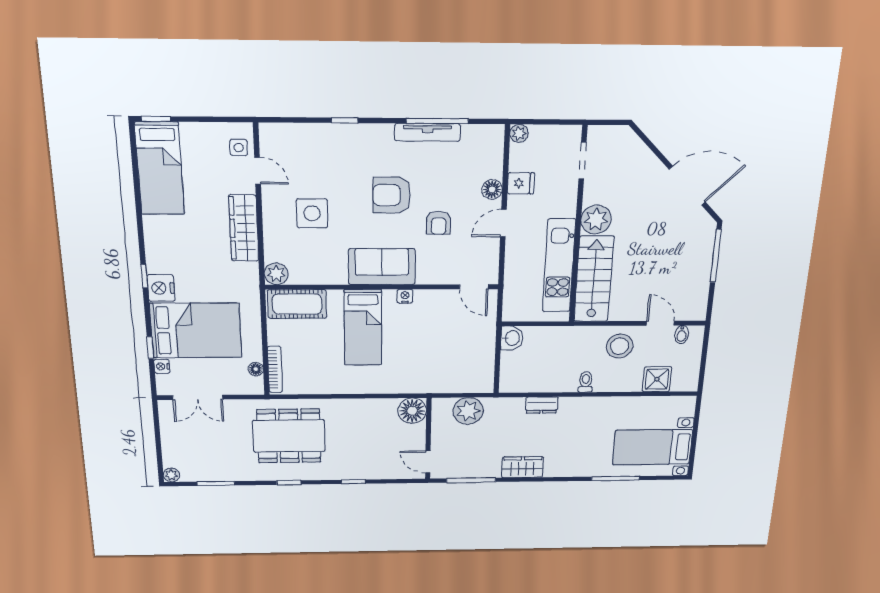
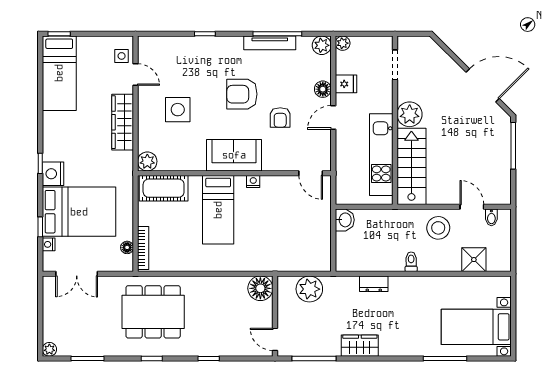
plant: (493, 136) -> (322, 45), added

